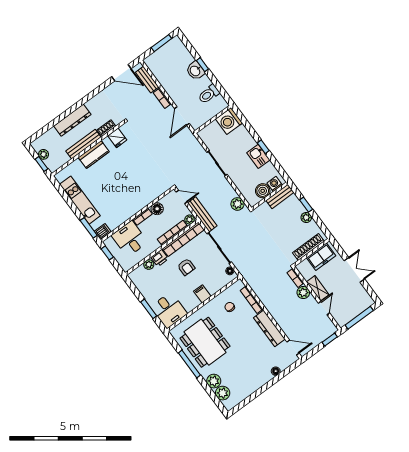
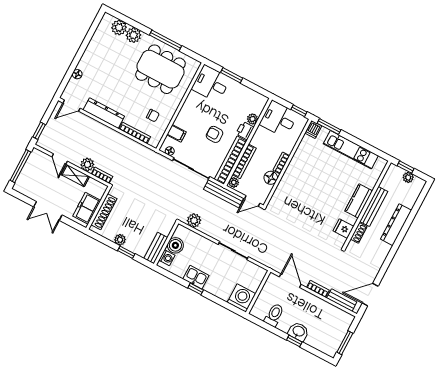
desk: (130, 239) -> (279, 119), moved, turned 180
filing cabinet: (202, 294) -> (177, 133), moved

